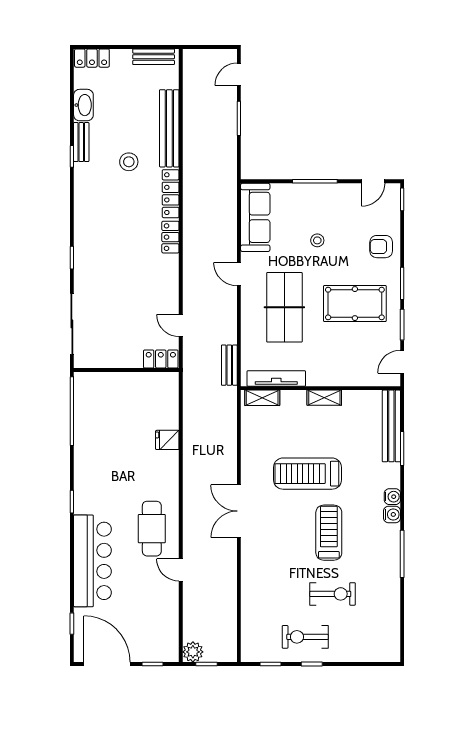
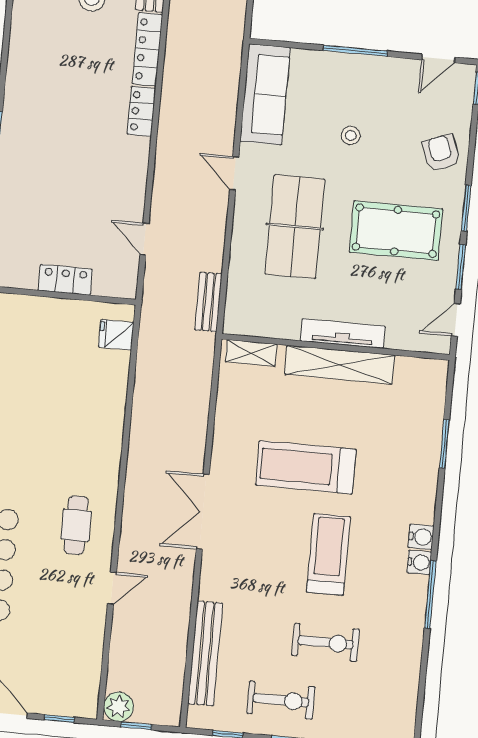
armchair: (381, 247) -> (441, 153), turned 69
locker: (161, 359) -> (65, 280), moved
tv unit: (276, 378) -> (343, 334), moved
shelving: (324, 398) -> (340, 365), width x2.20, depth x1.33
bench: (391, 426) -> (205, 653), moved
fridge: (167, 440) -> (116, 335), moved
water cooler: (392, 497) -> (419, 562), moved
cafe table: (152, 529) -> (76, 525), width x0.73, depth x0.74
door: (181, 570) -> (112, 588), swing flipped
exercise bike: (305, 637) -> (281, 700), turned 180

